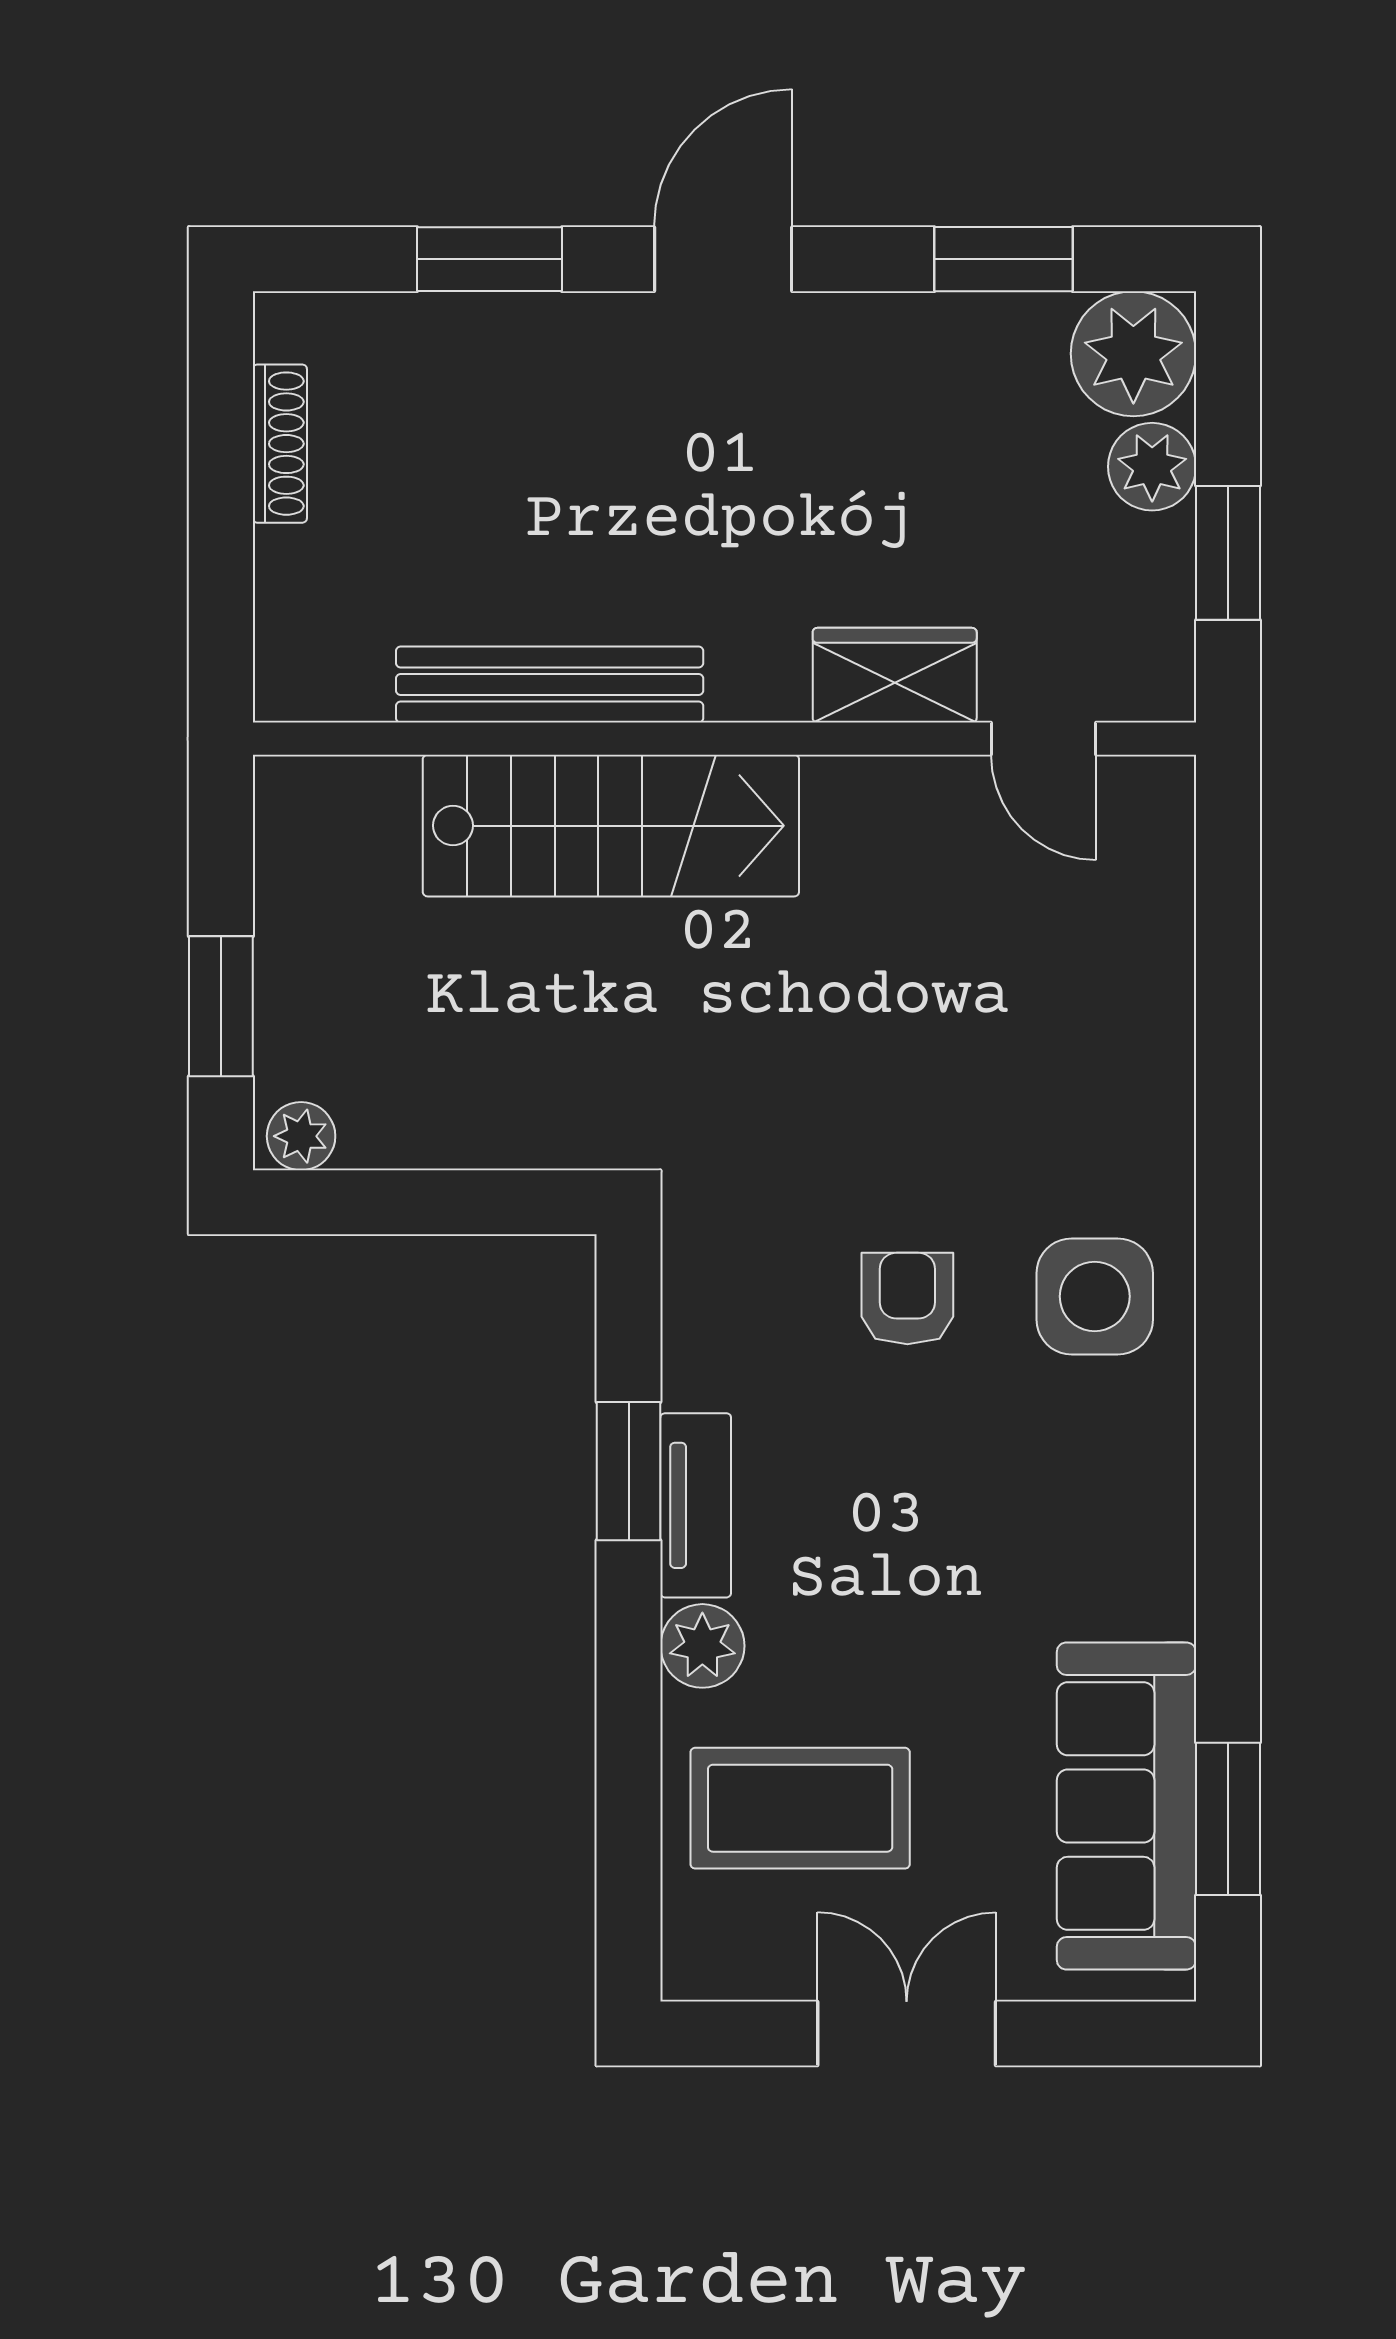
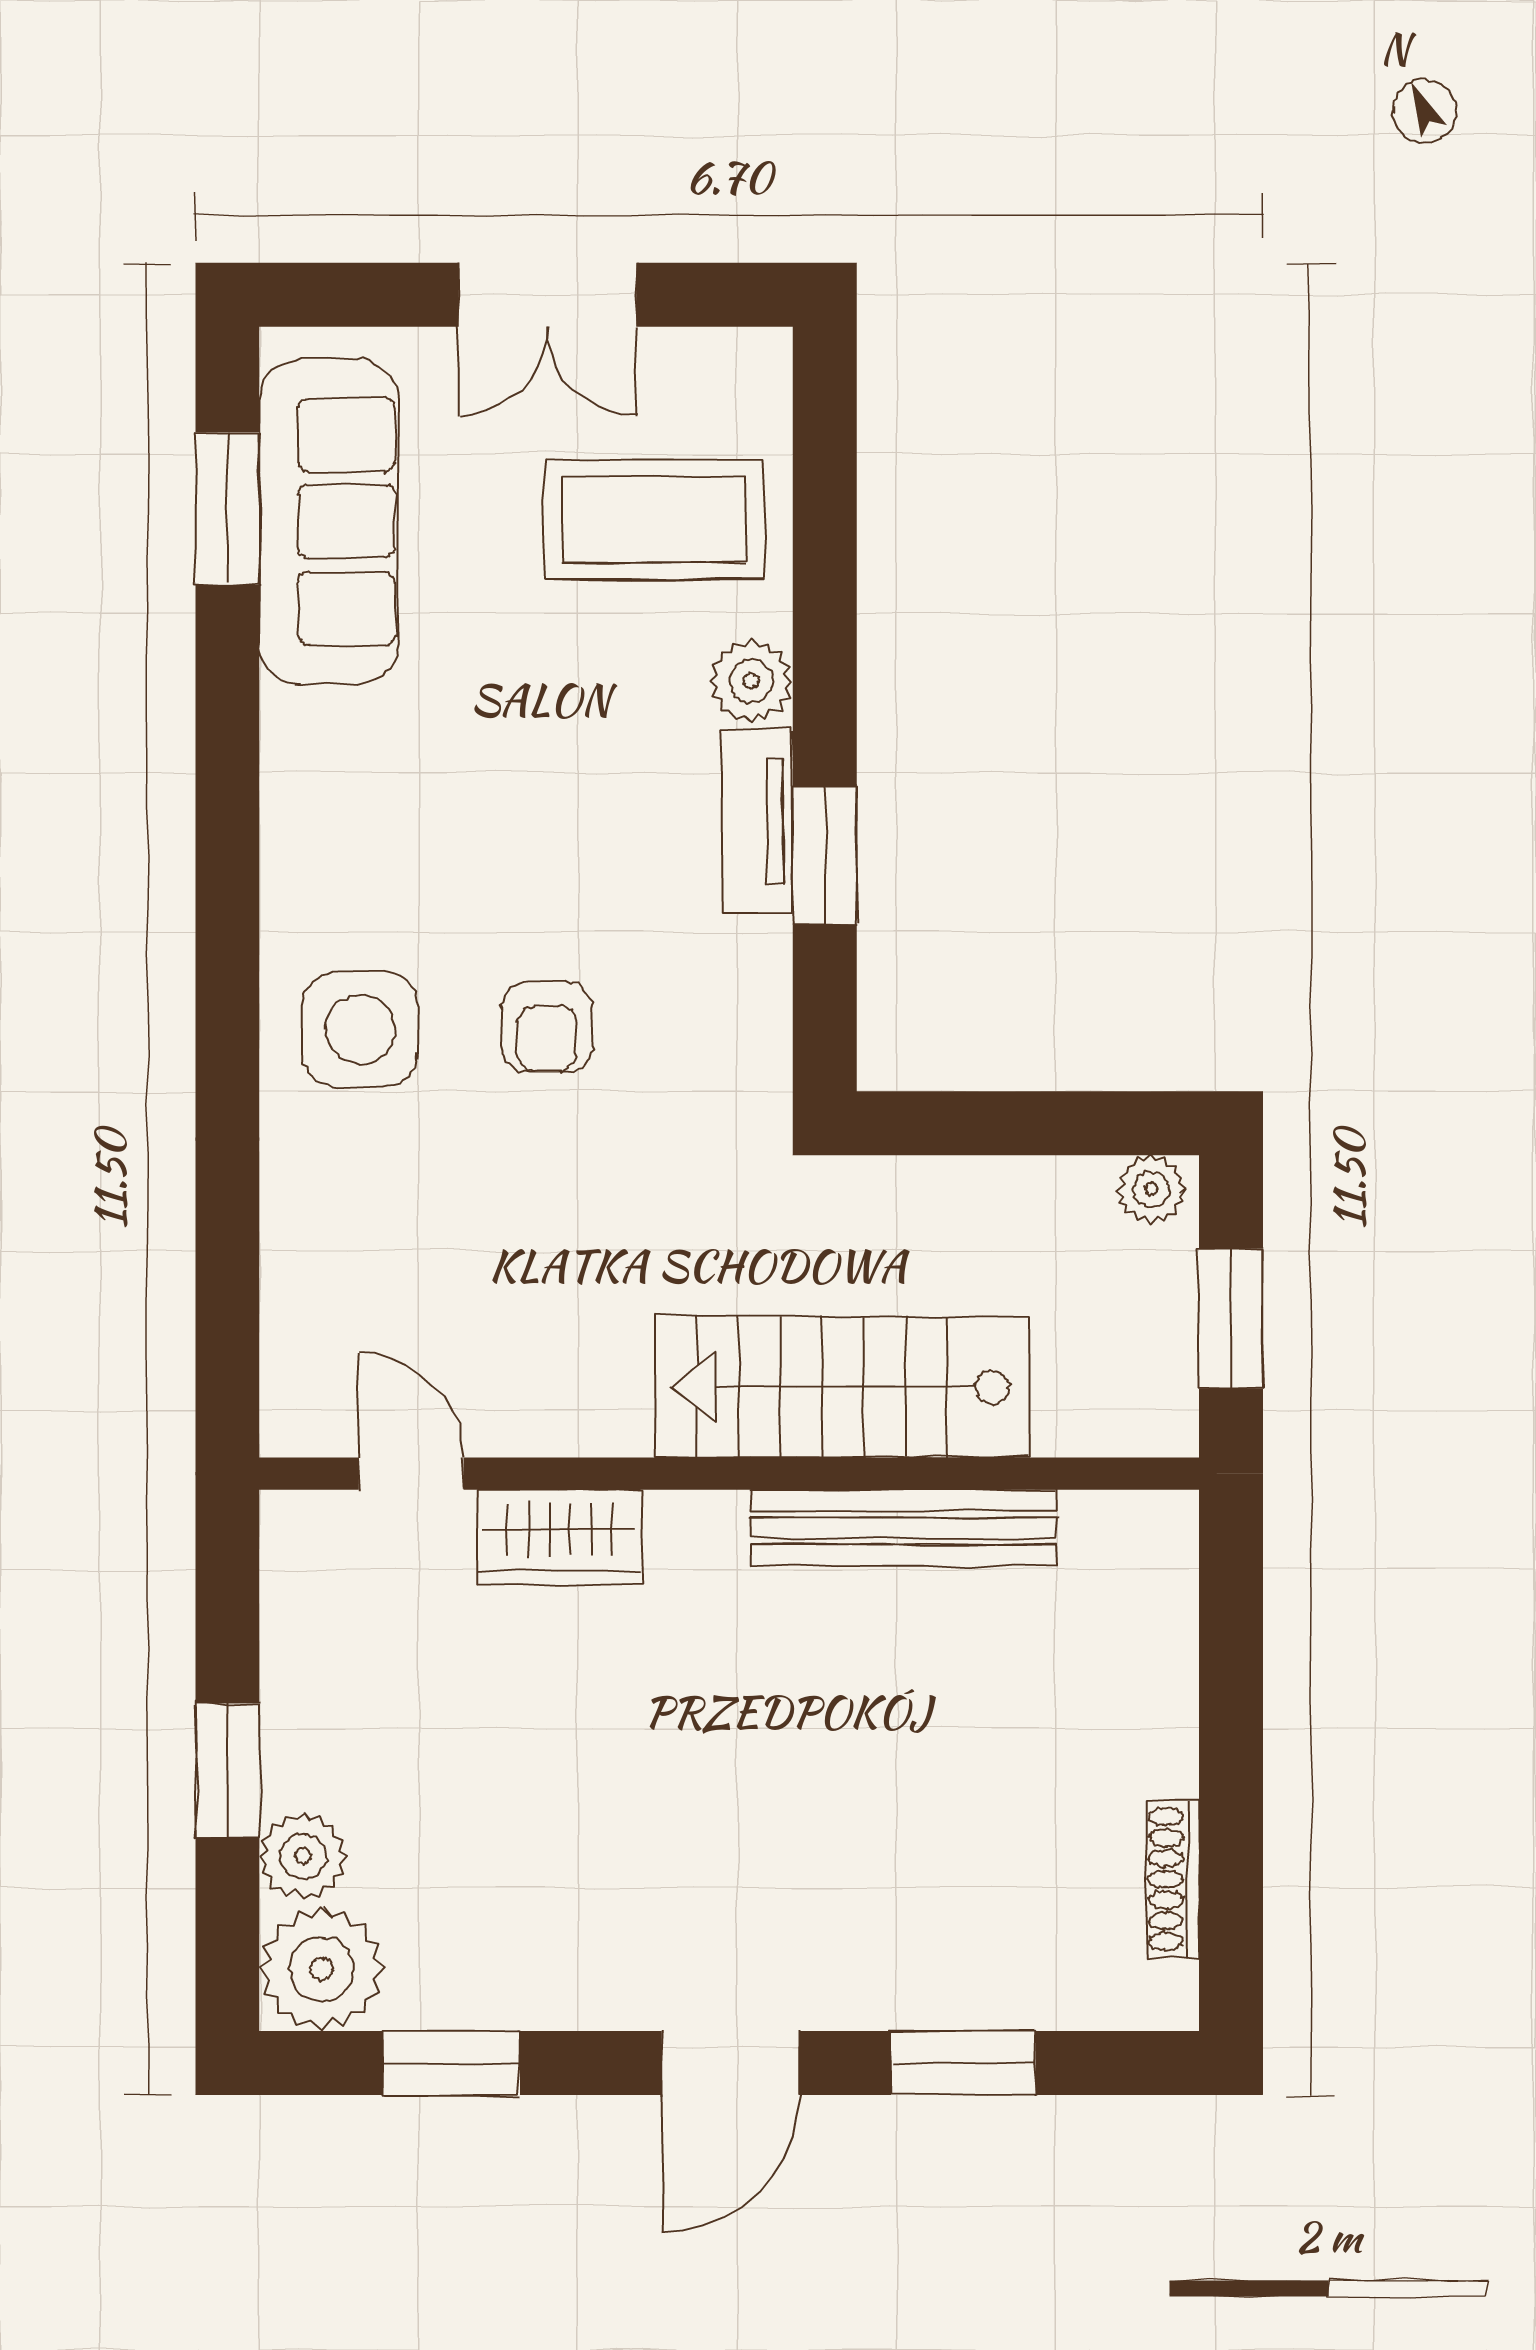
wardrobe: (895, 675) -> (560, 1537), moved
bench: (550, 685) -> (903, 1528), moved
wall: (724, 739) -> (729, 1474), moved
door: (1044, 739) -> (411, 1474), moved
stairs: (611, 826) -> (842, 1387), moved

